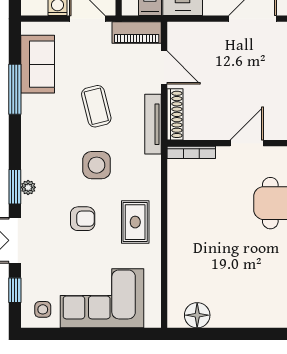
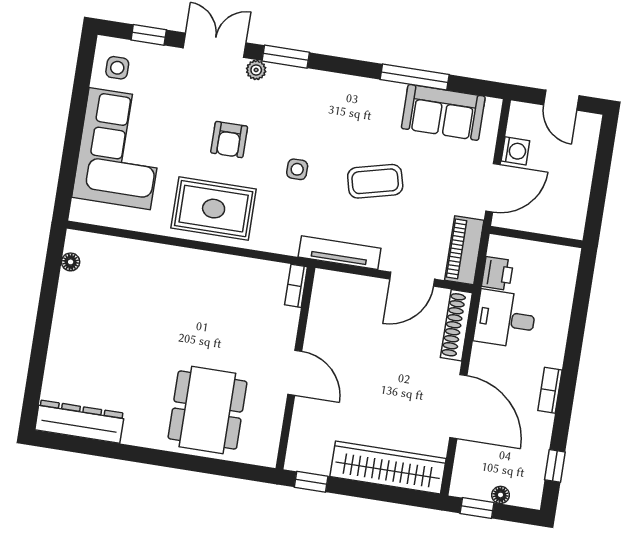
shoe rack: (175, 114) -> (456, 325), moved, turned 90
bookcase: (191, 152) -> (296, 286), width x0.64
side table: (97, 165) -> (297, 169), width x0.54, depth x0.54
plant: (28, 187) -> (256, 70), moved
rug: (135, 222) -> (214, 209), width x1.36, depth x1.43
floor lamp: (197, 315) -> (71, 262), width x0.53, depth x0.53

